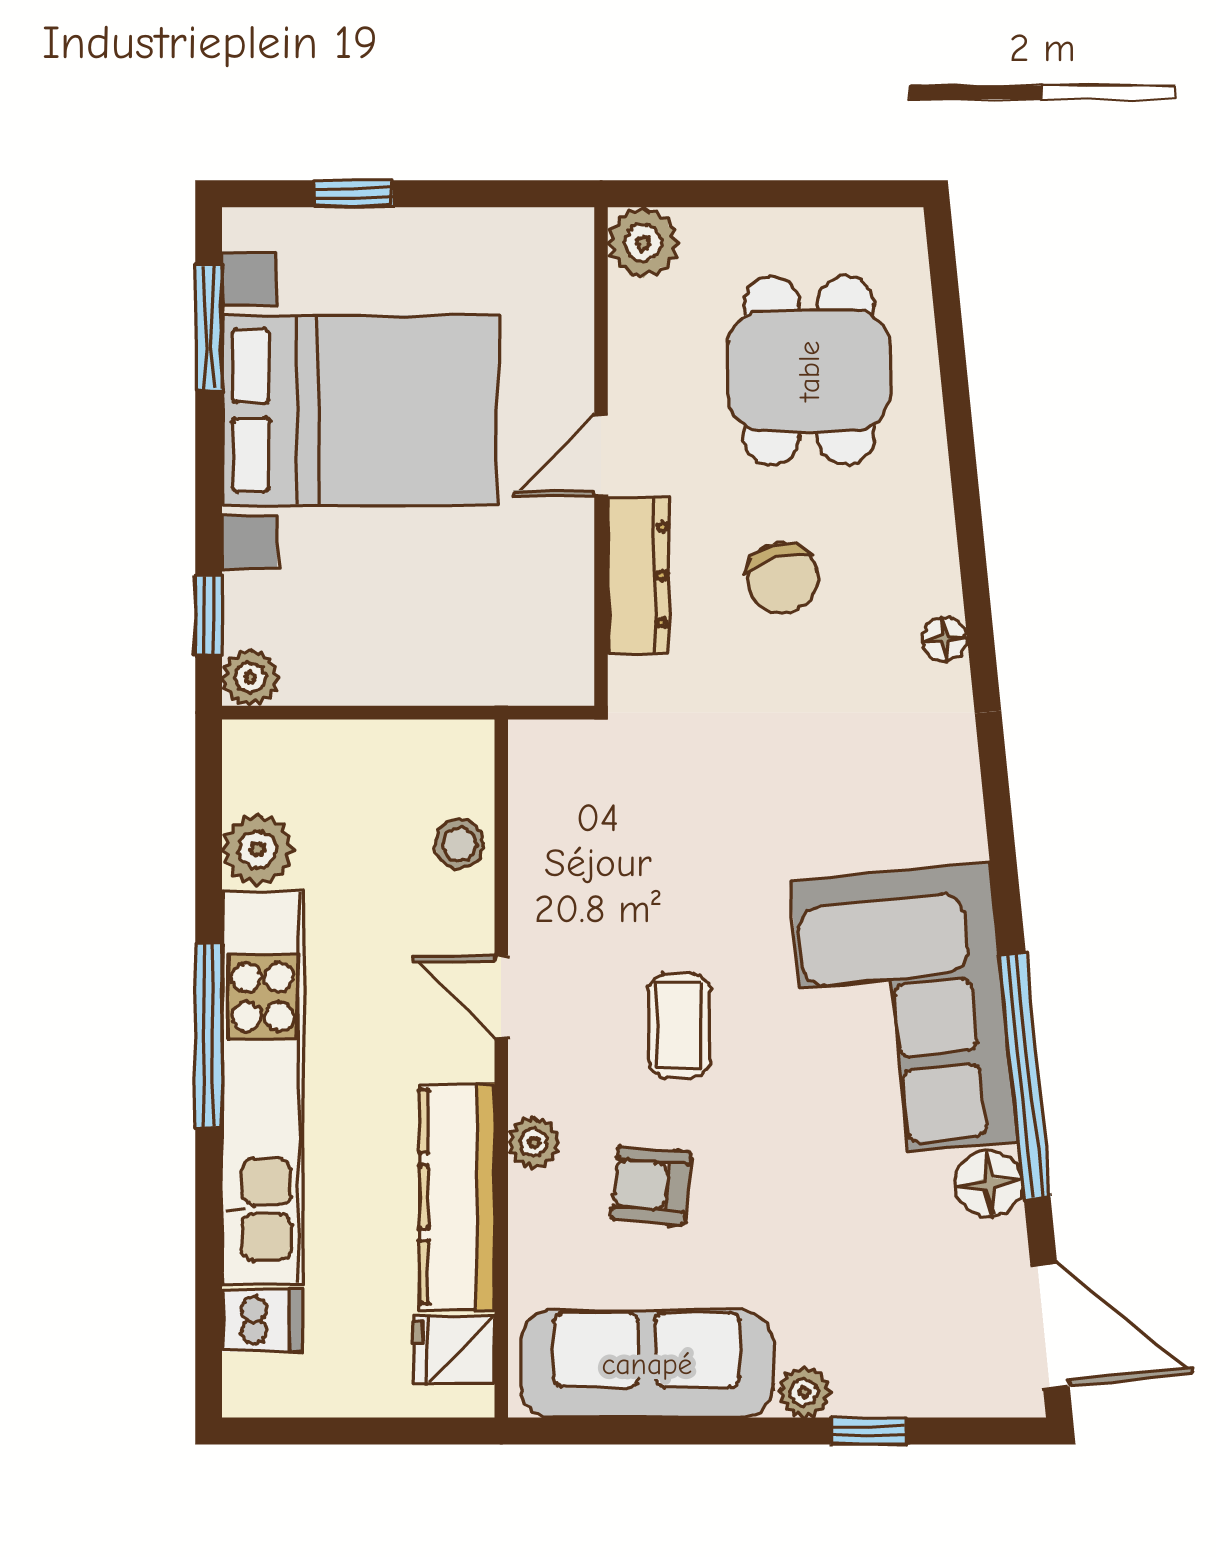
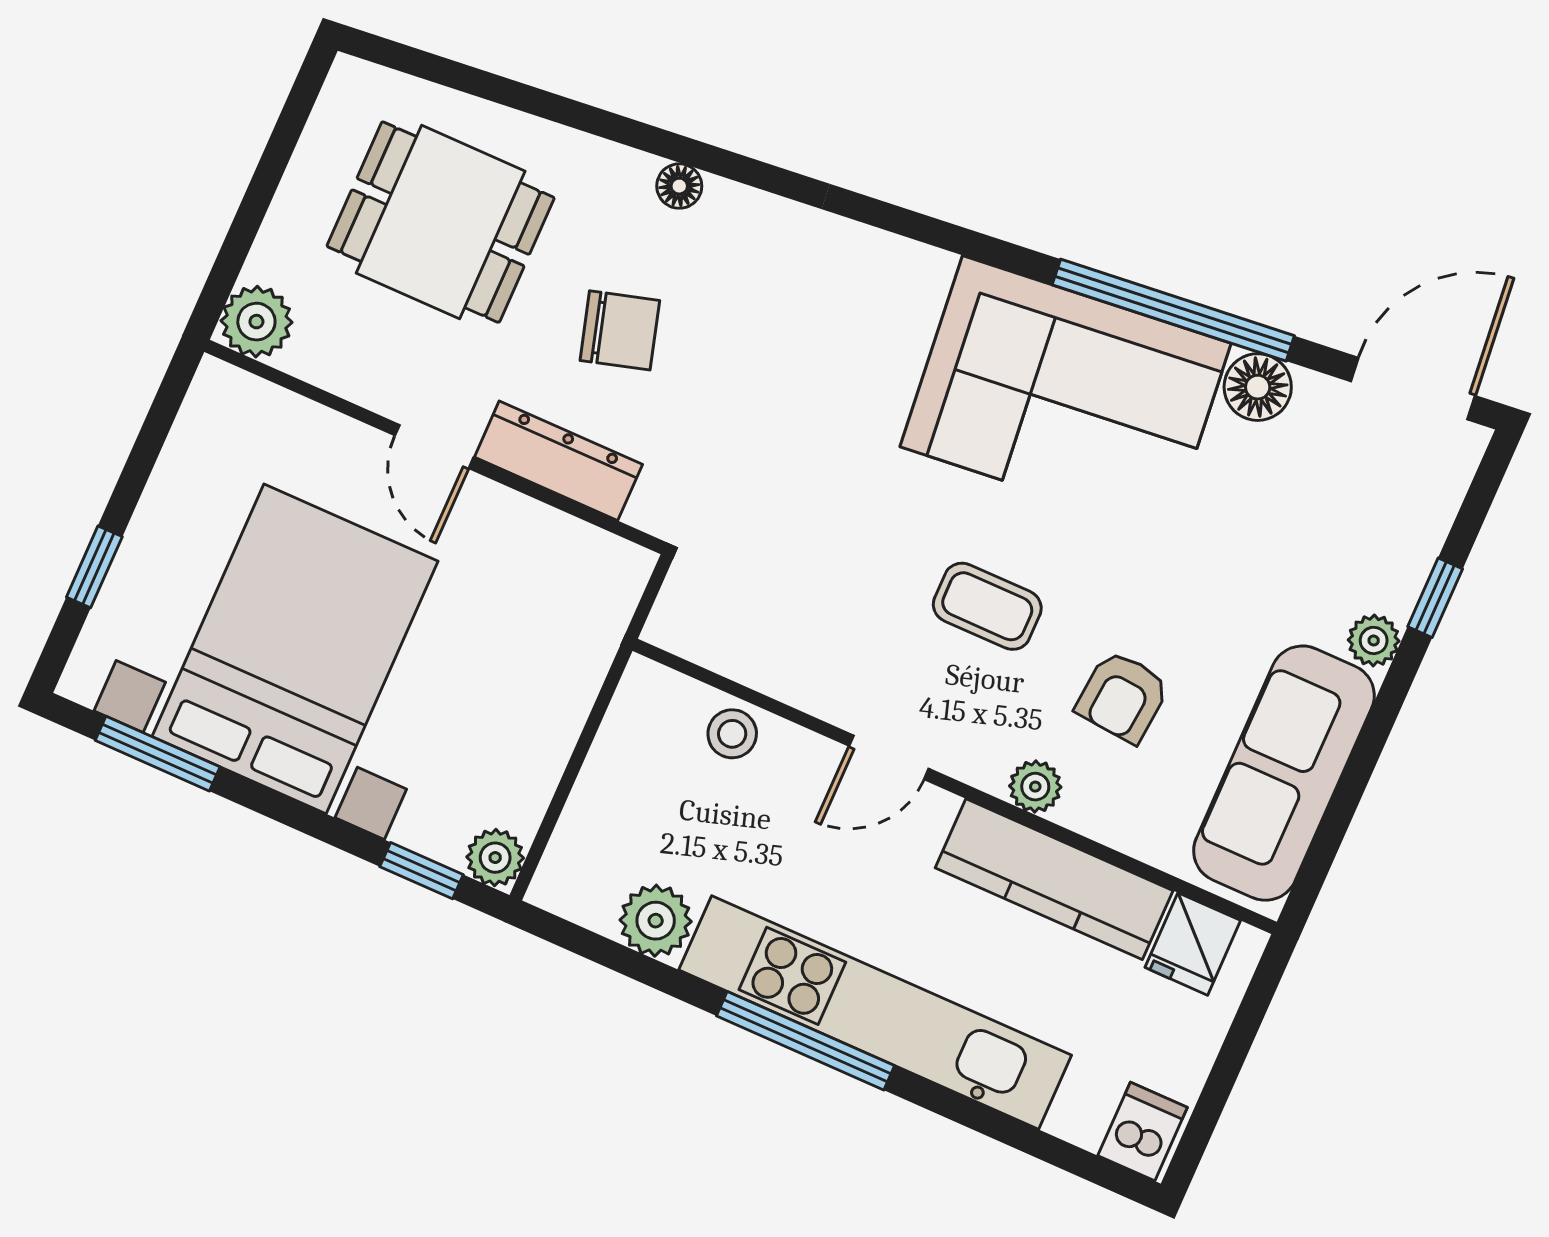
floor lamp: (945, 639) -> (679, 186), moved
dishwasher: (262, 1321) -> (1143, 1132), moved

